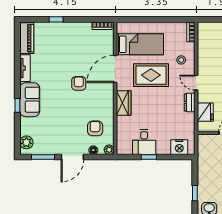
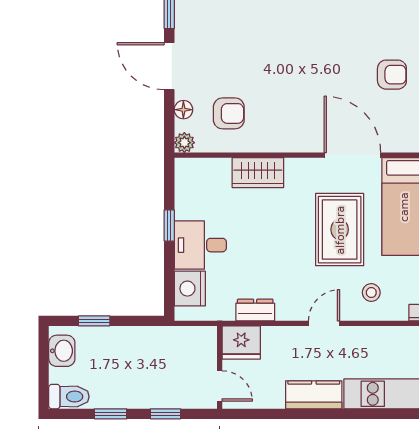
armchair: (79, 83) -> (392, 75), moved
dresser: (190, 102) -> (255, 310), moved
wardrobe: (124, 103) -> (258, 173), moved
fridge: (205, 112) -> (241, 343), moved
desk: (144, 142) -> (200, 245), moved

